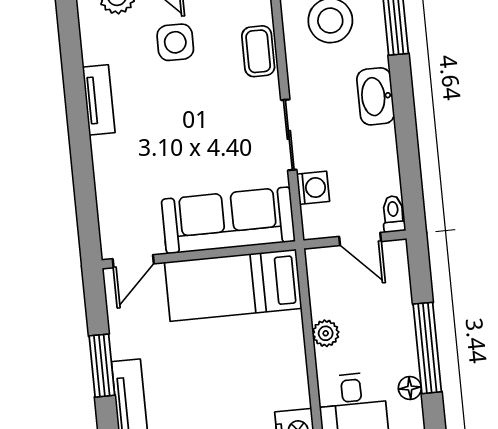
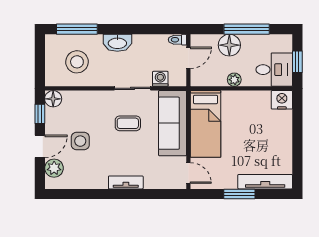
coffee table: (258, 51) -> (128, 123), moved
tv unit: (99, 100) -> (126, 182), moved
floor lamp: (410, 388) -> (229, 45), moved, width x1.89, depth x1.89

